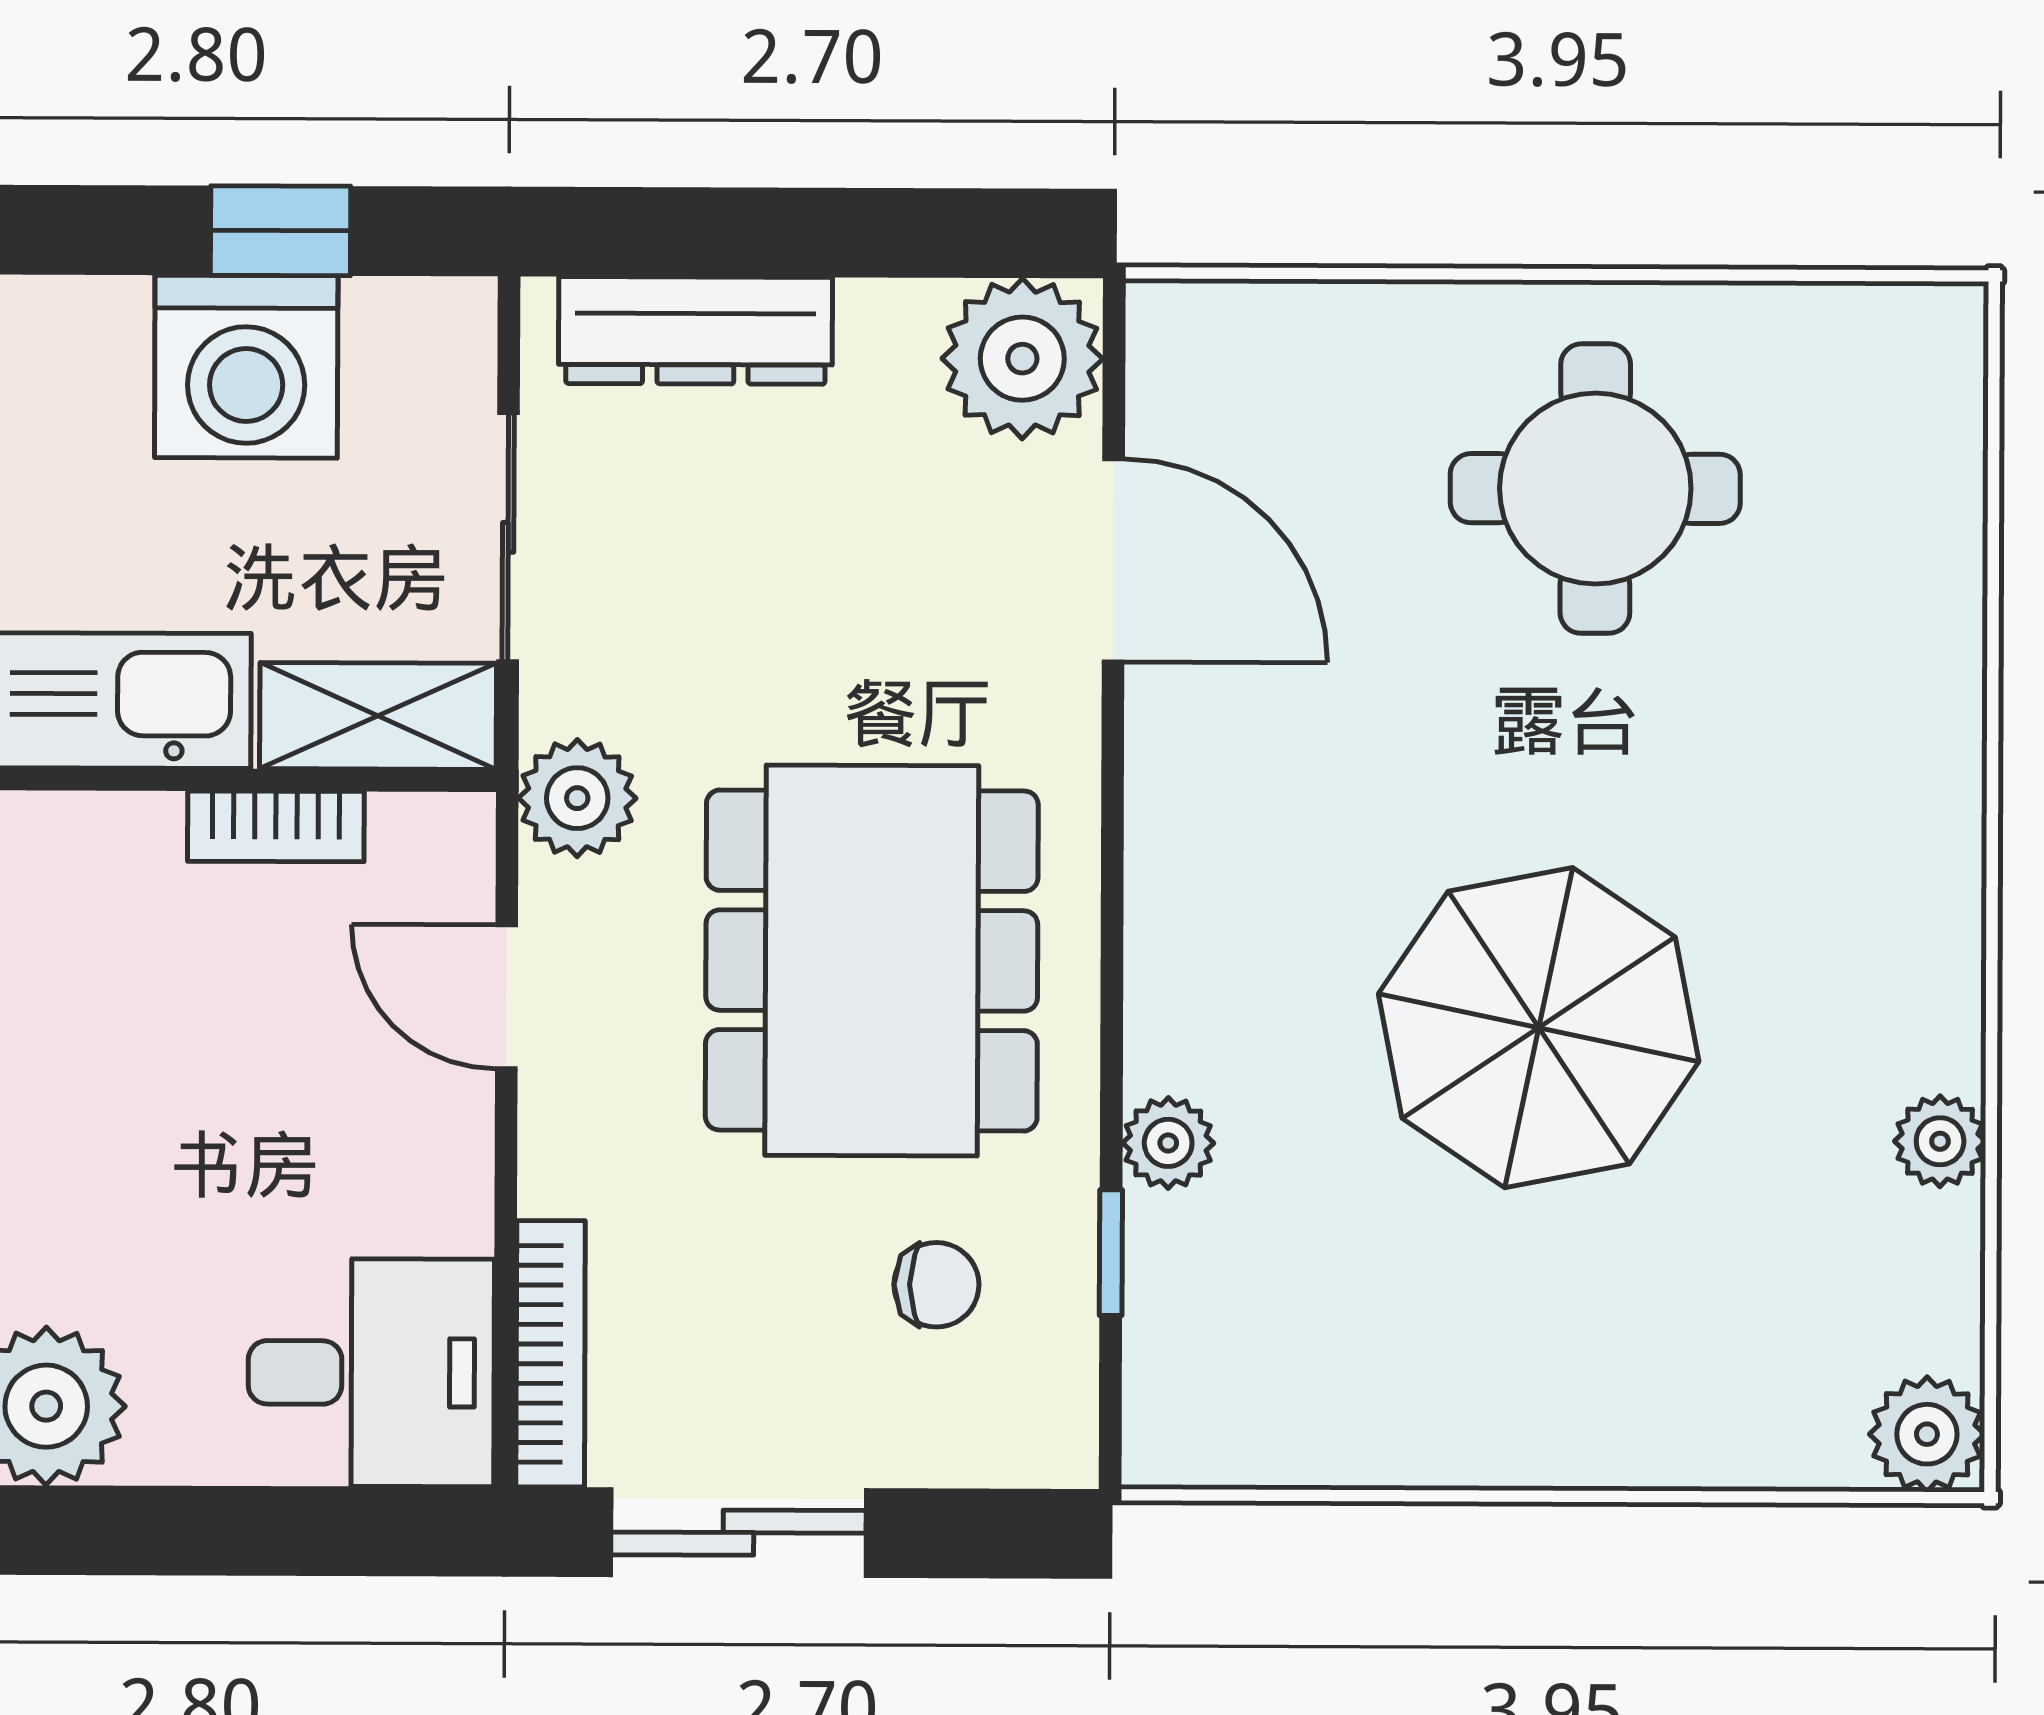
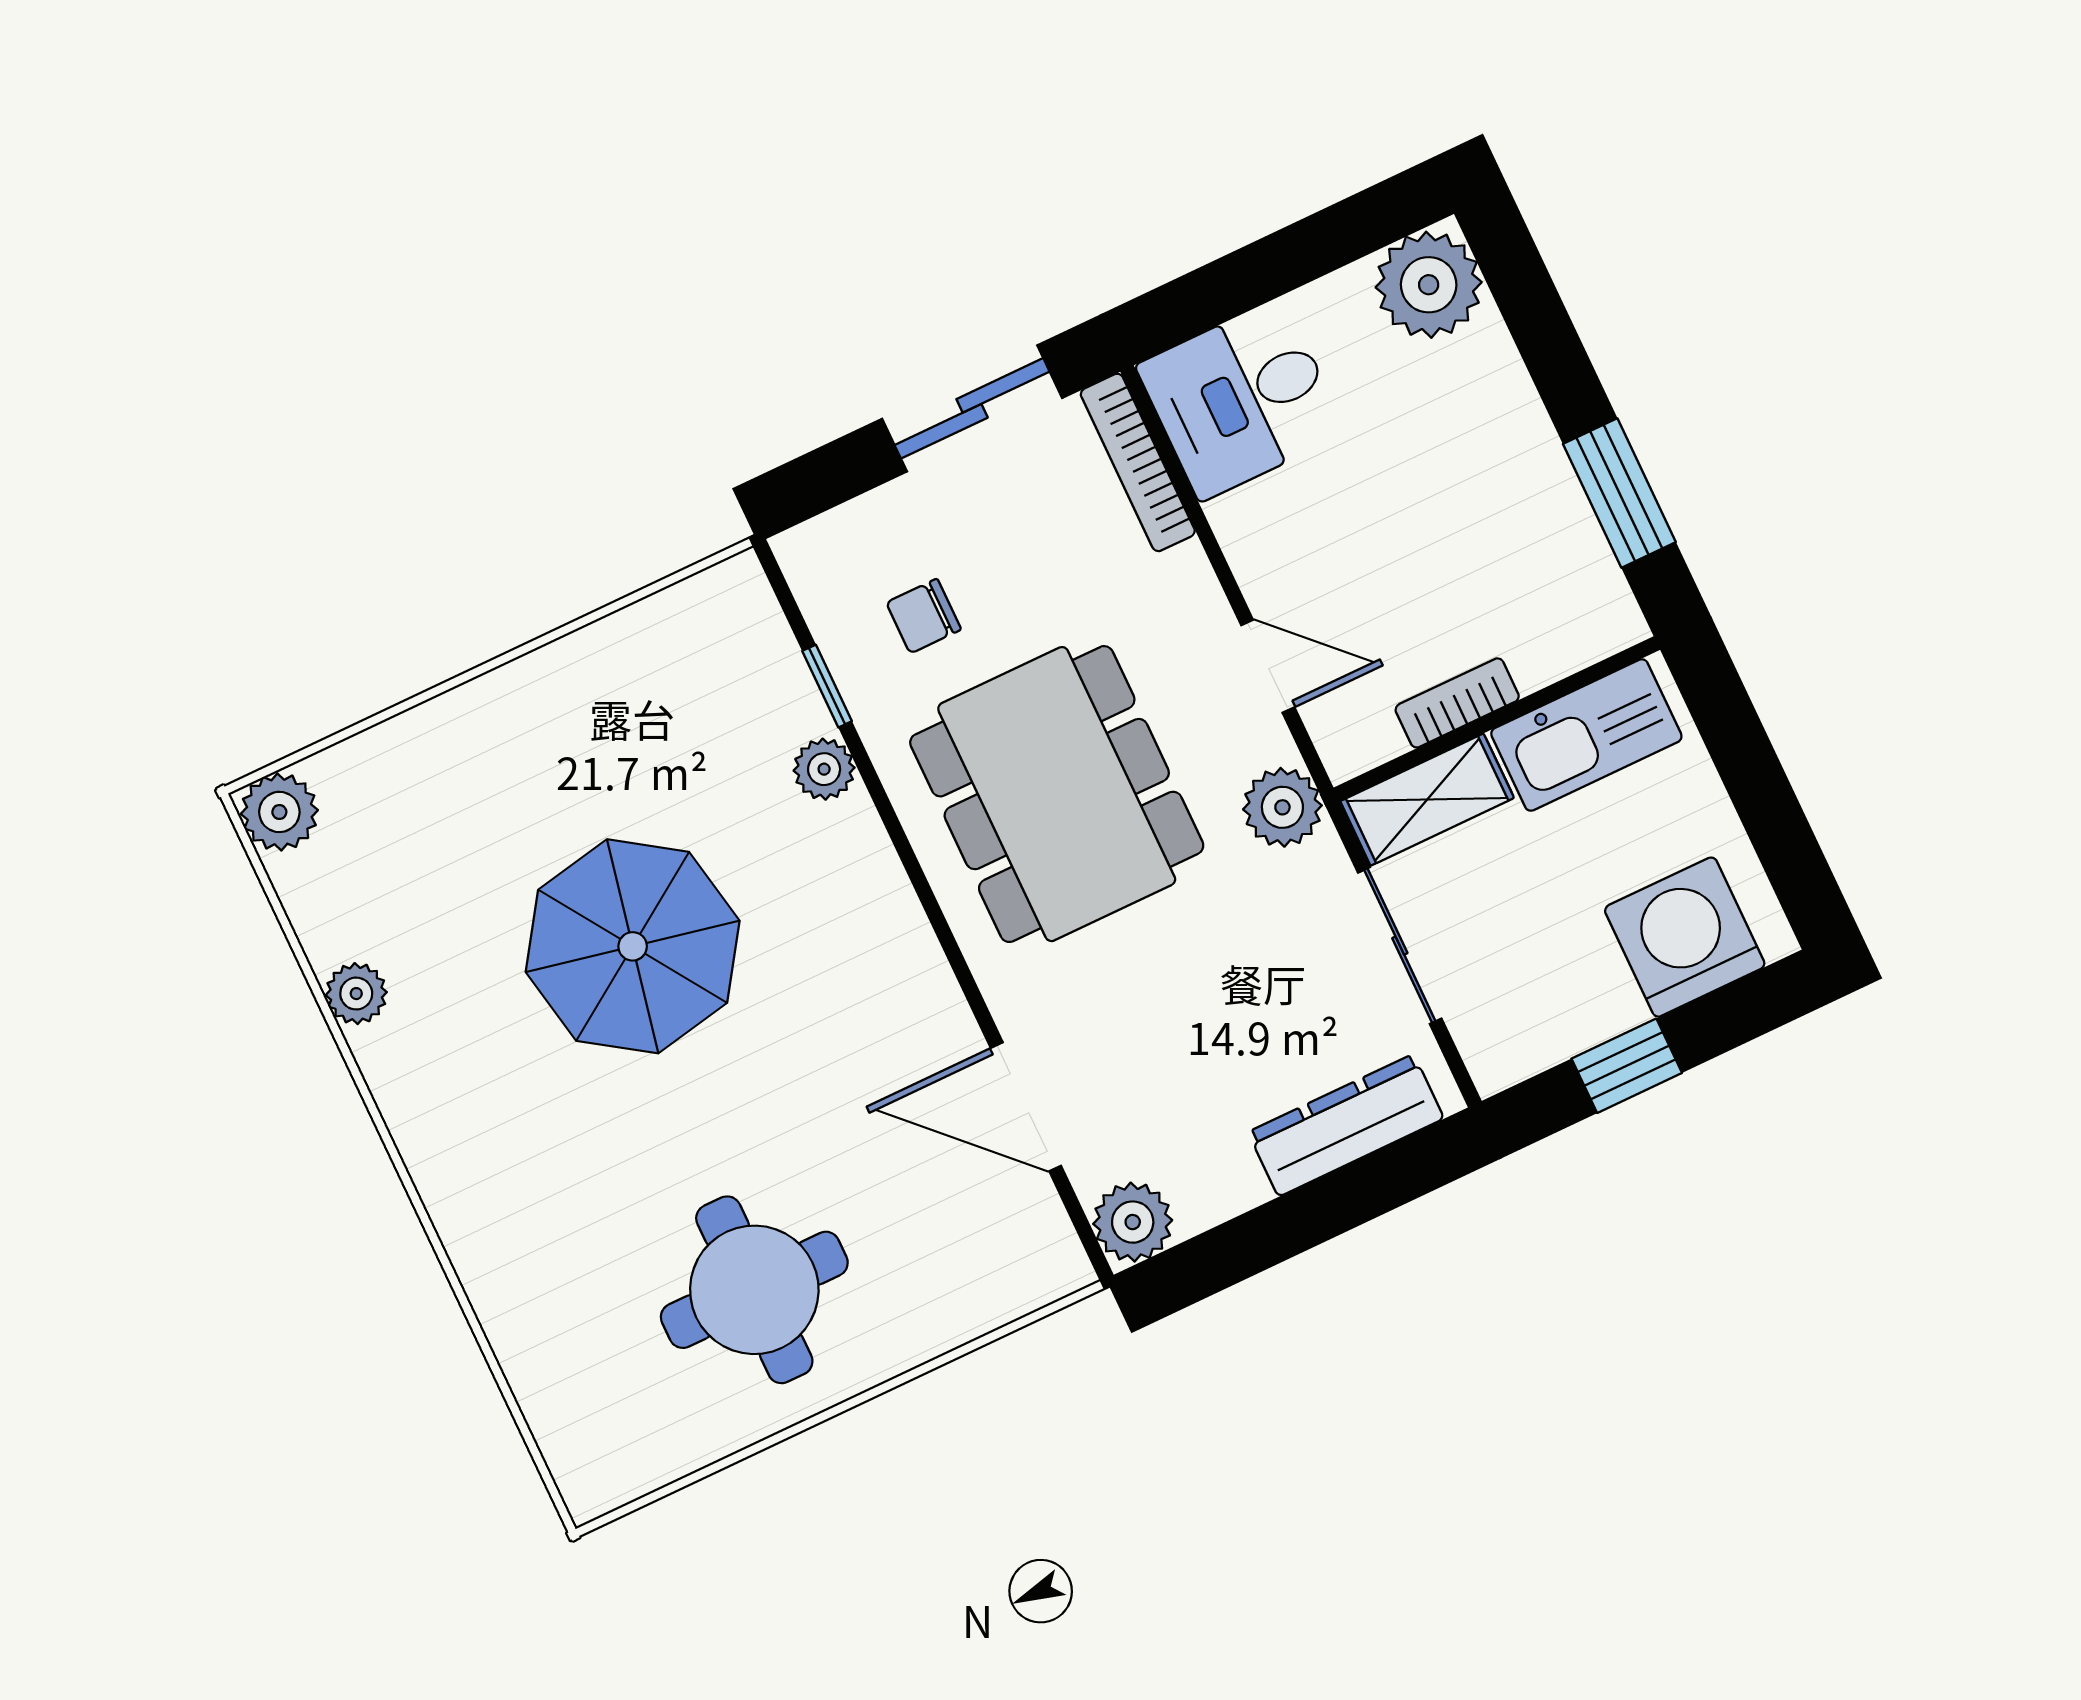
plant: (1022, 359) -> (1133, 1222), width x0.73, depth x0.73
washing machine: (246, 367) -> (1685, 937), moved

